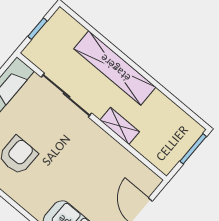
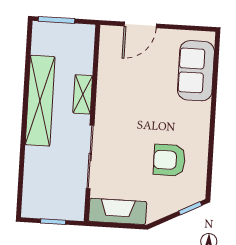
shelving: (115, 68) -> (40, 101), moved

